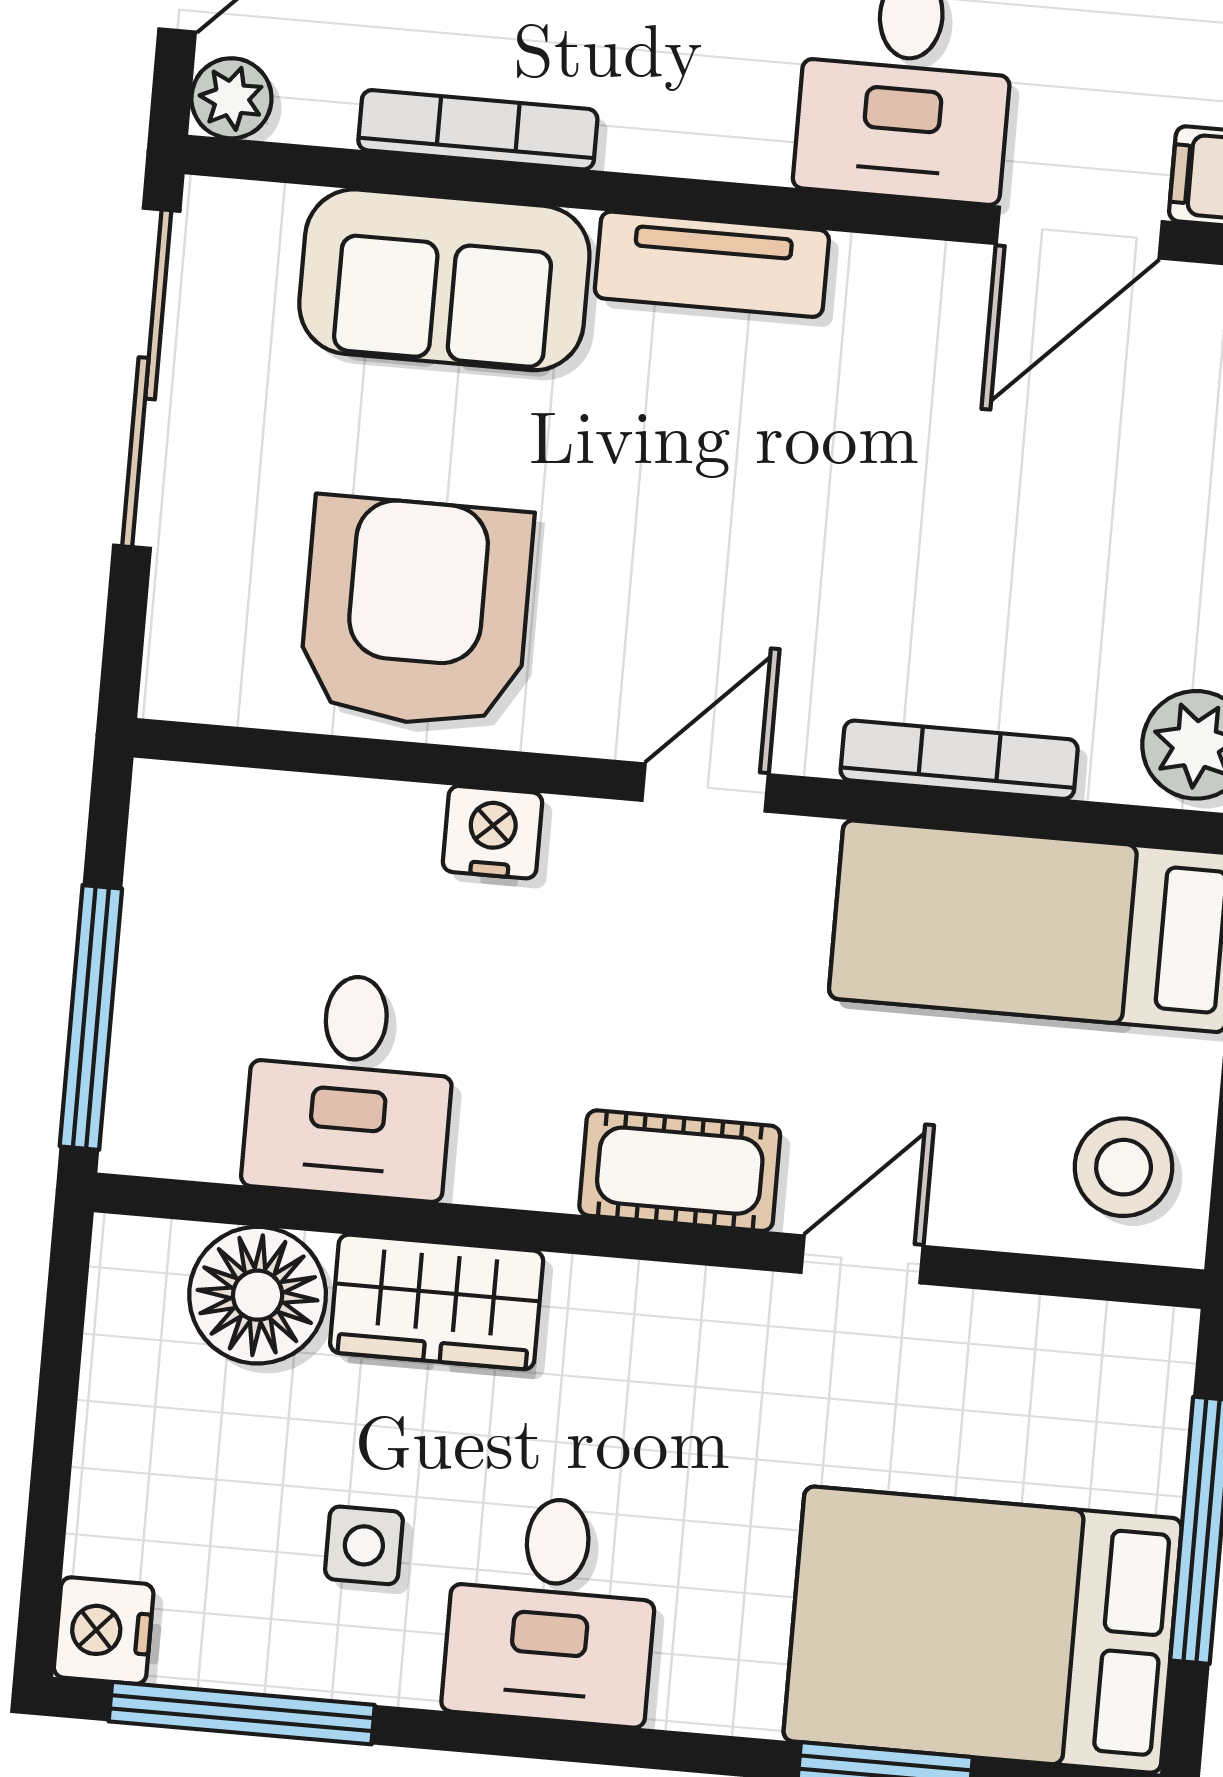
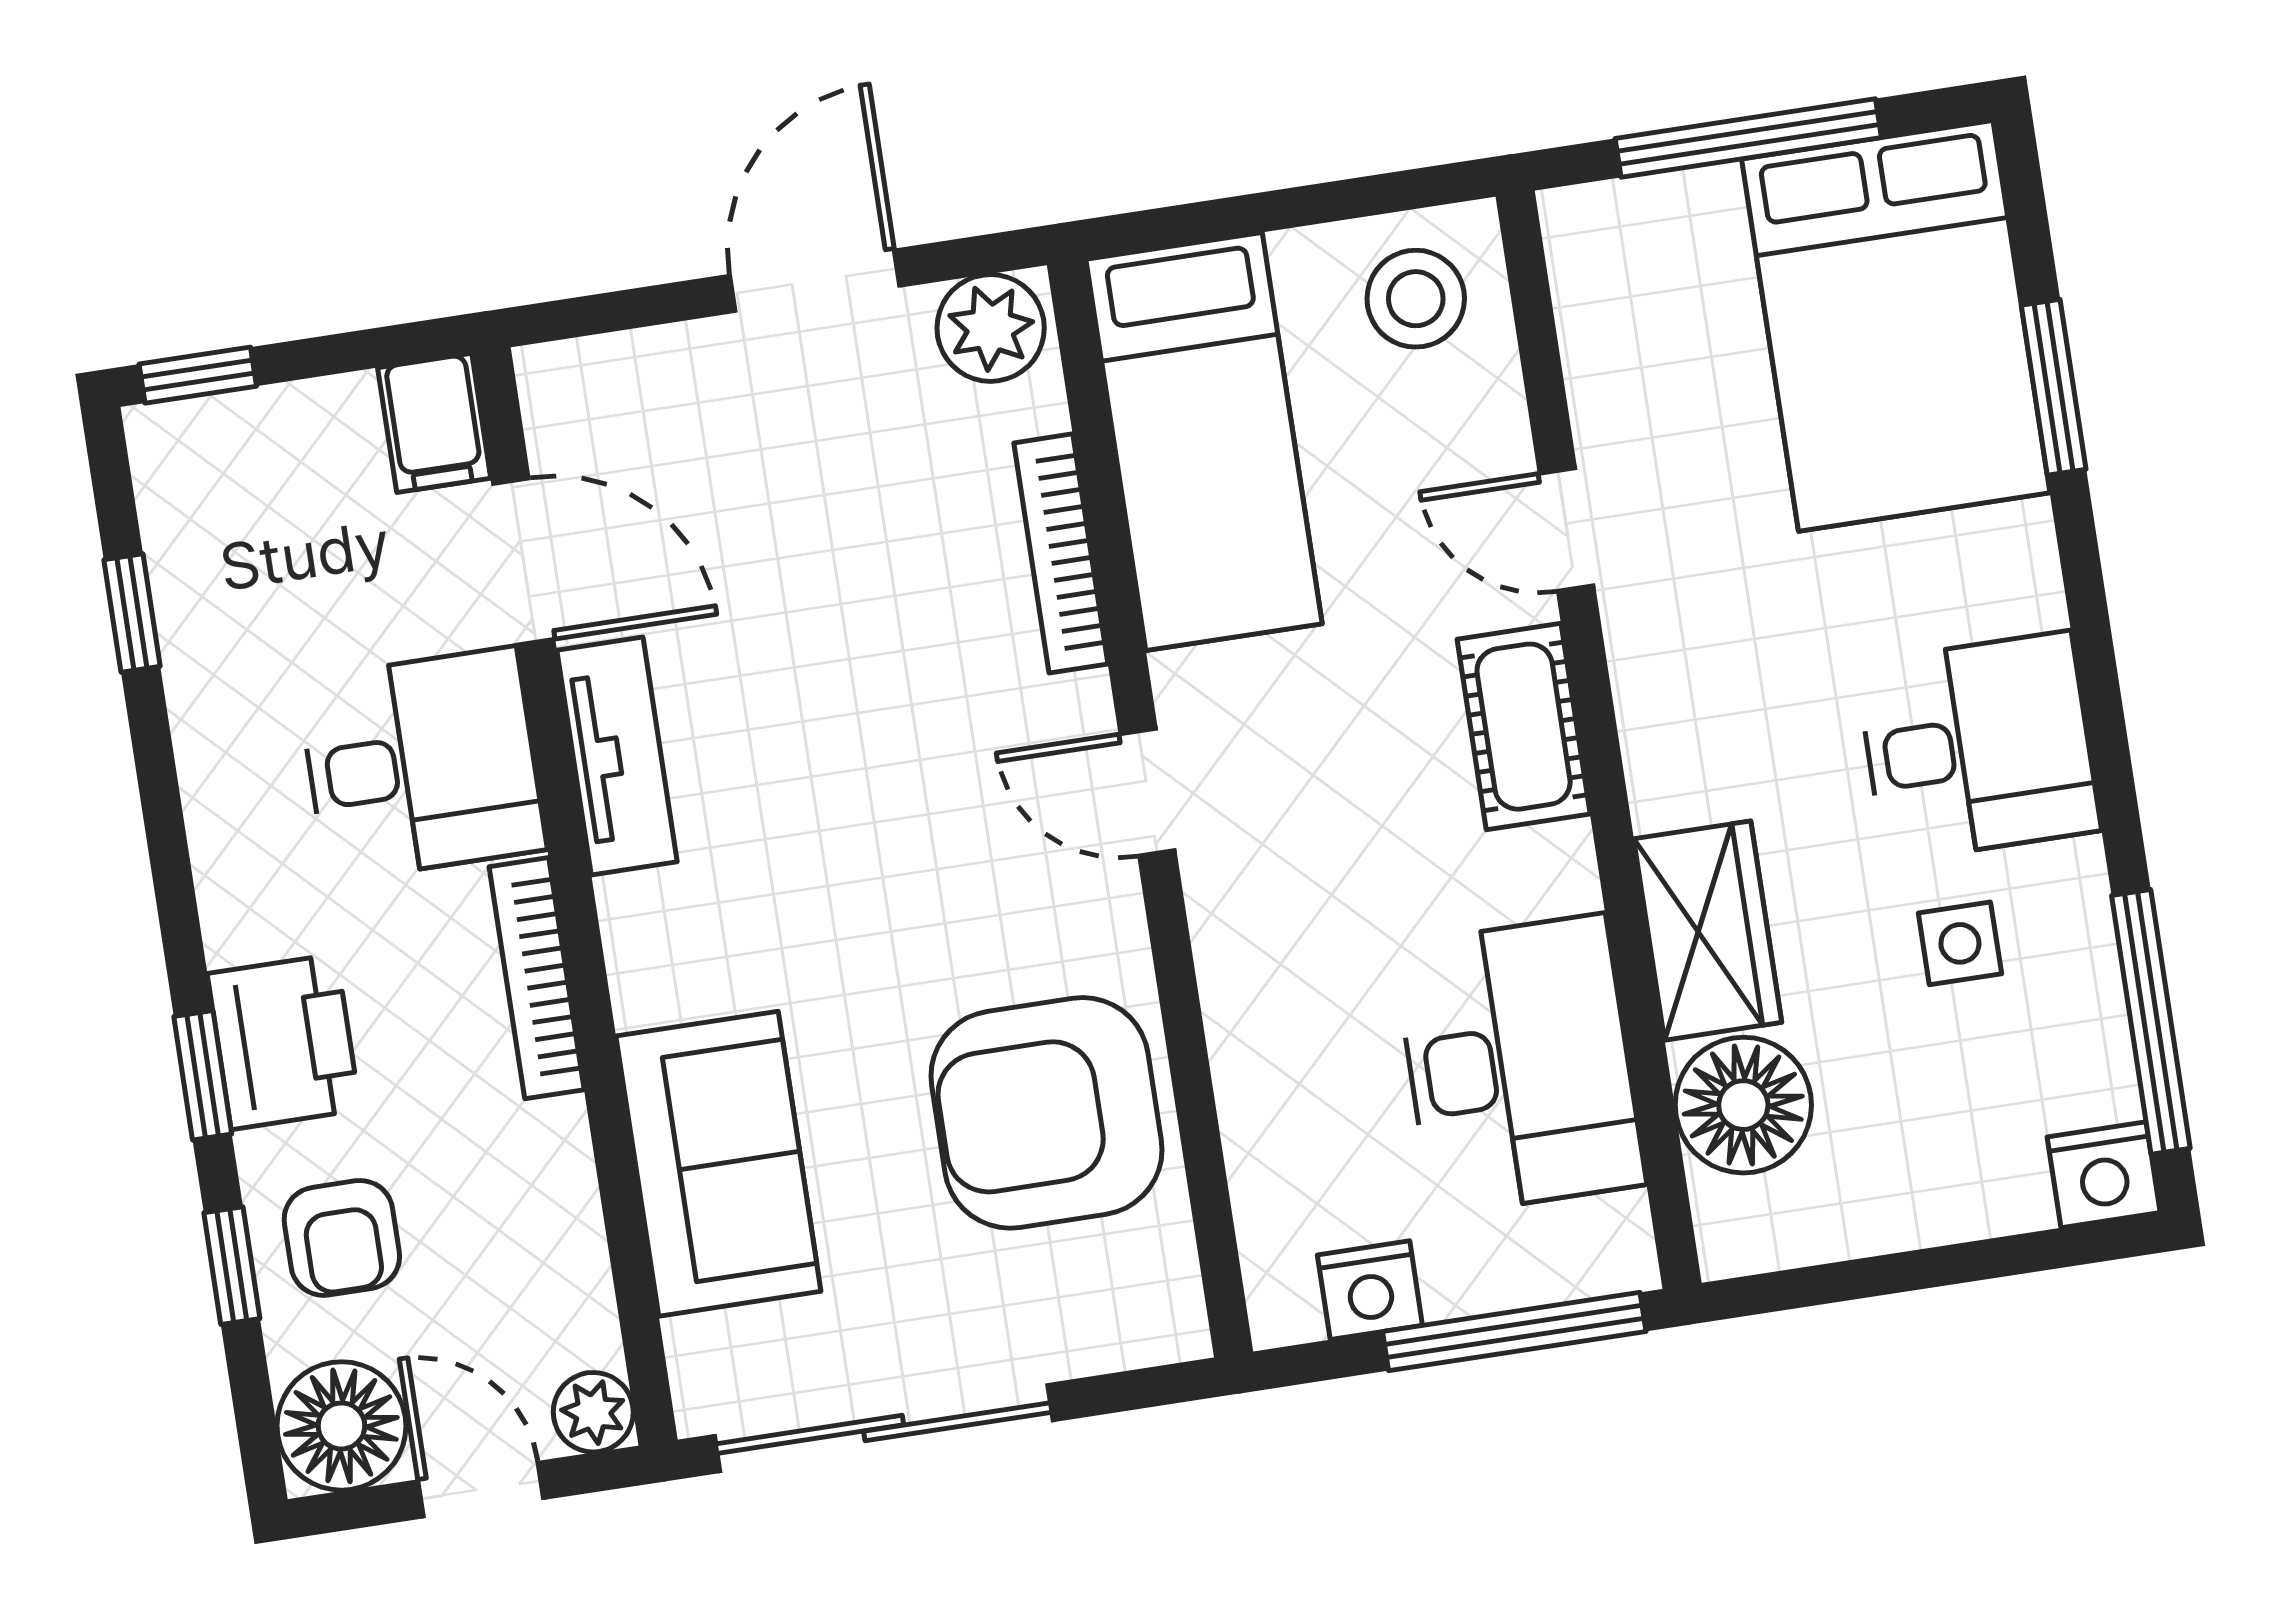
bookcase: (478, 130) -> (537, 978), moved
tv unit: (712, 264) -> (617, 756), moved
nightstand: (493, 832) -> (1370, 1290), moved, turned -90
desk: (350, 1085) -> (1519, 1065), width x1.37

